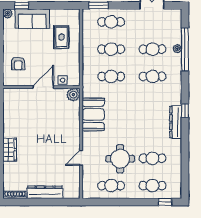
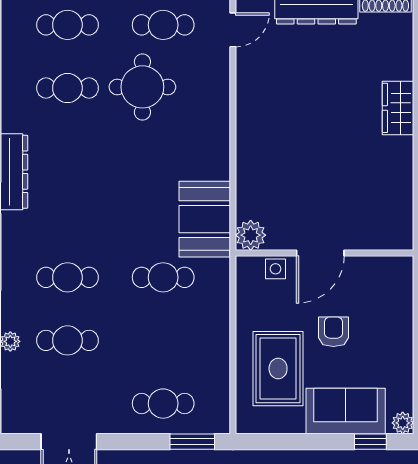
rug: (61, 37) -> (278, 369), width x1.36, depth x1.43
cafe table: (111, 49) -> (163, 340), removed
armchair: (18, 63) -> (333, 332), moved
booth: (93, 114) -> (205, 219), moved
door: (81, 158) -> (233, 30), moved

